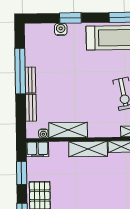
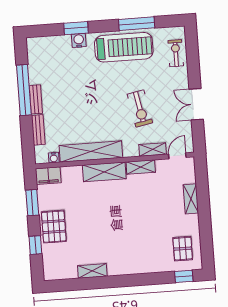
water cooler: (61, 29) -> (79, 40), moved
shelving: (68, 130) -> (91, 151), width x1.47

